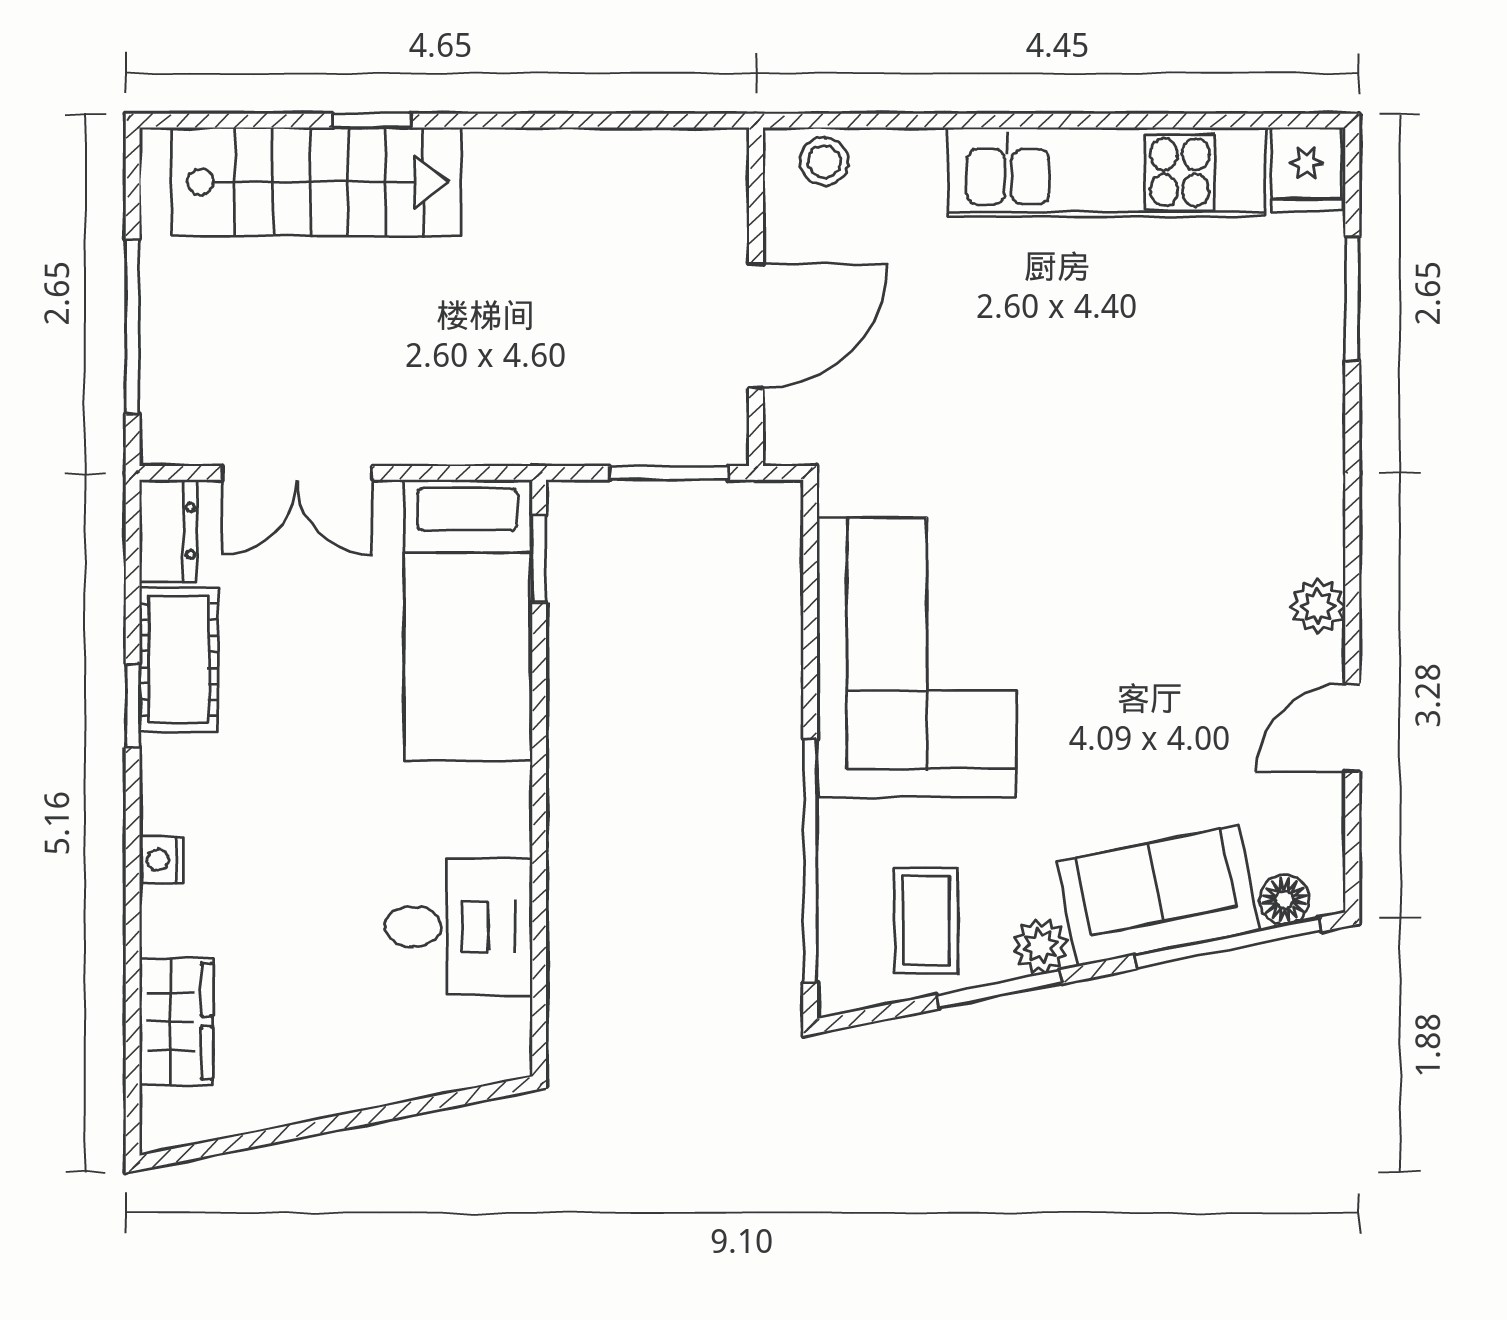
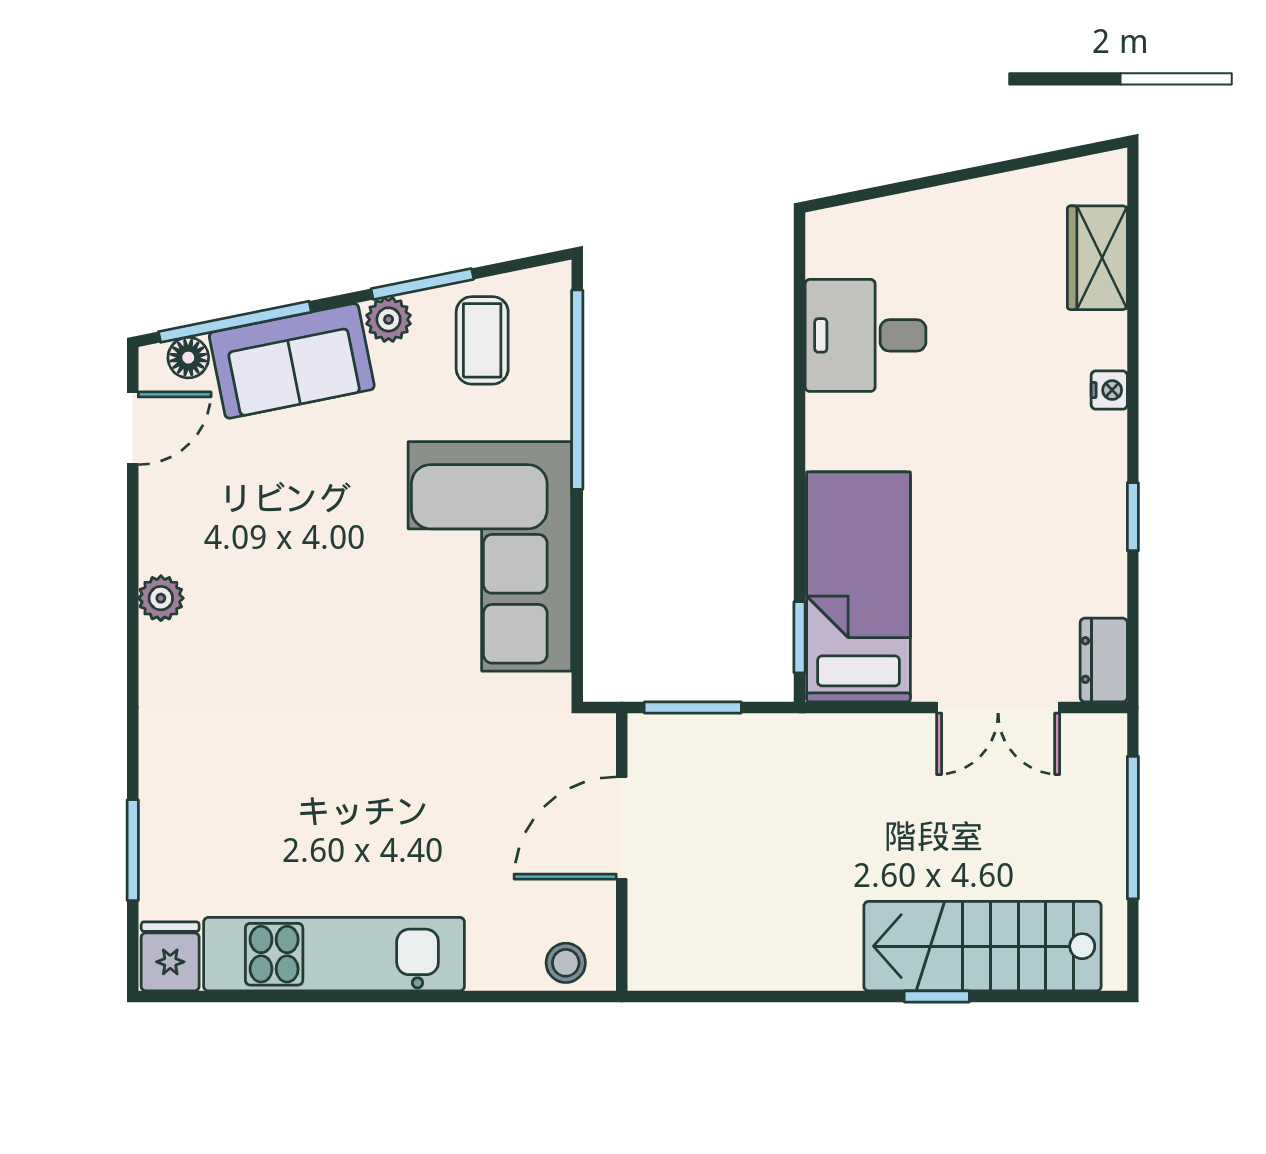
double door: (297, 473) -> (998, 708), swing flipped
cot: (179, 660) -> (1095, 554), removed
door: (1352, 728) -> (133, 428), moved

